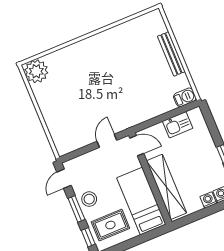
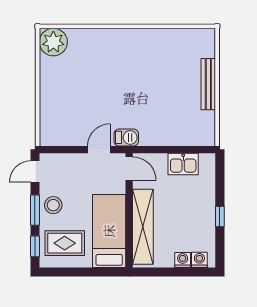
barbecue: (185, 97) -> (126, 137), moved

